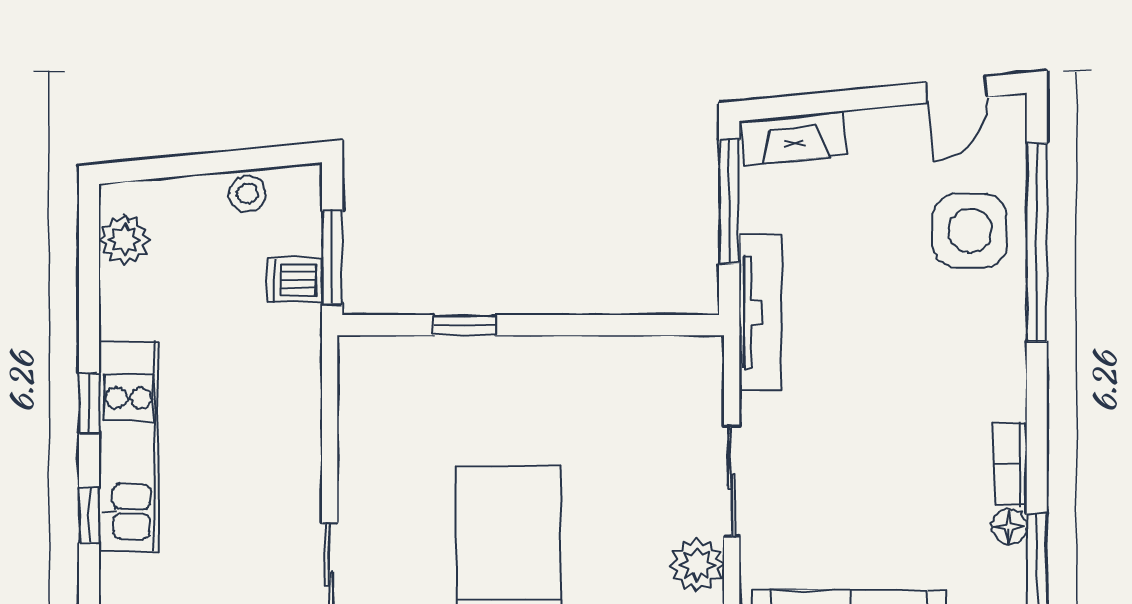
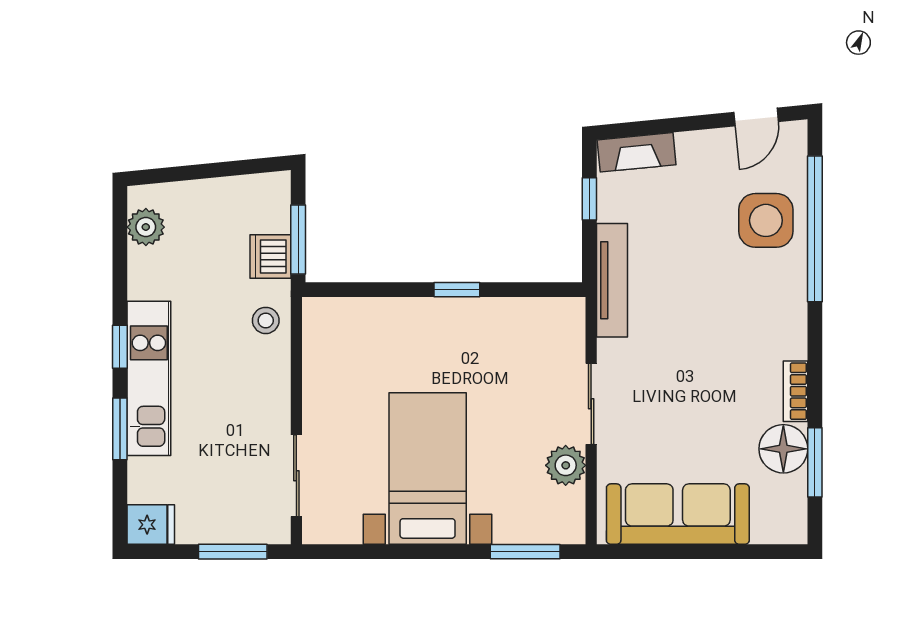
stool: (247, 194) -> (266, 320), moved
window: (729, 201) -> (589, 199), width x0.46
dishwasher: (294, 280) -> (270, 257), width x1.38
window: (464, 325) -> (457, 290), moved
window: (89, 515) -> (120, 429), width x1.50
floor lamp: (1009, 527) -> (783, 449), width x1.89, depth x1.89

